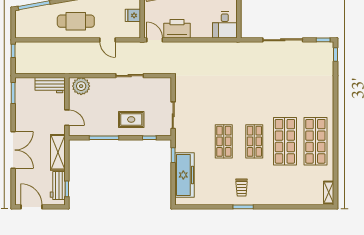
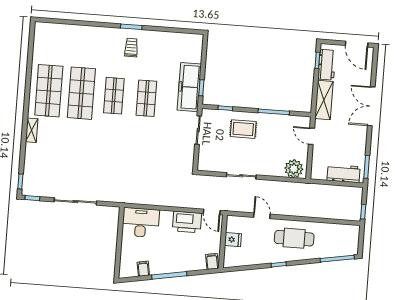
desk: (225, 25) -> (141, 222), width x1.37
workbench: (50, 85) -> (344, 173), moved
freezer: (185, 175) -> (189, 87), moved
shelving: (329, 192) -> (32, 130), moved

